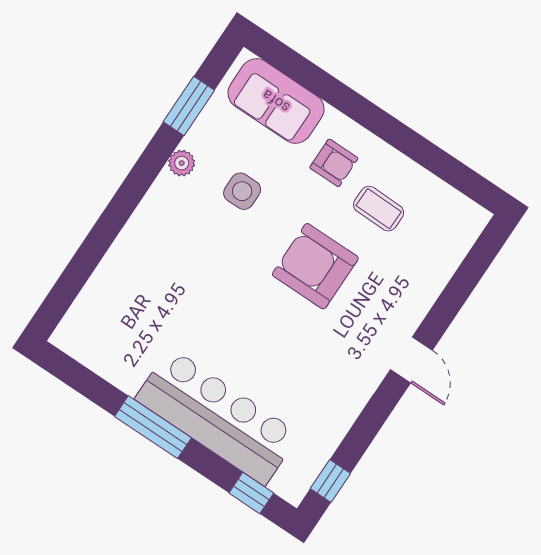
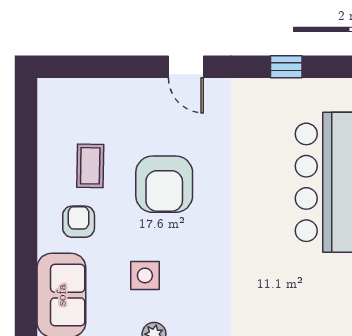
door: (411, 360) -> (186, 67), swing flipped
window: (330, 481) -> (286, 67), moved

